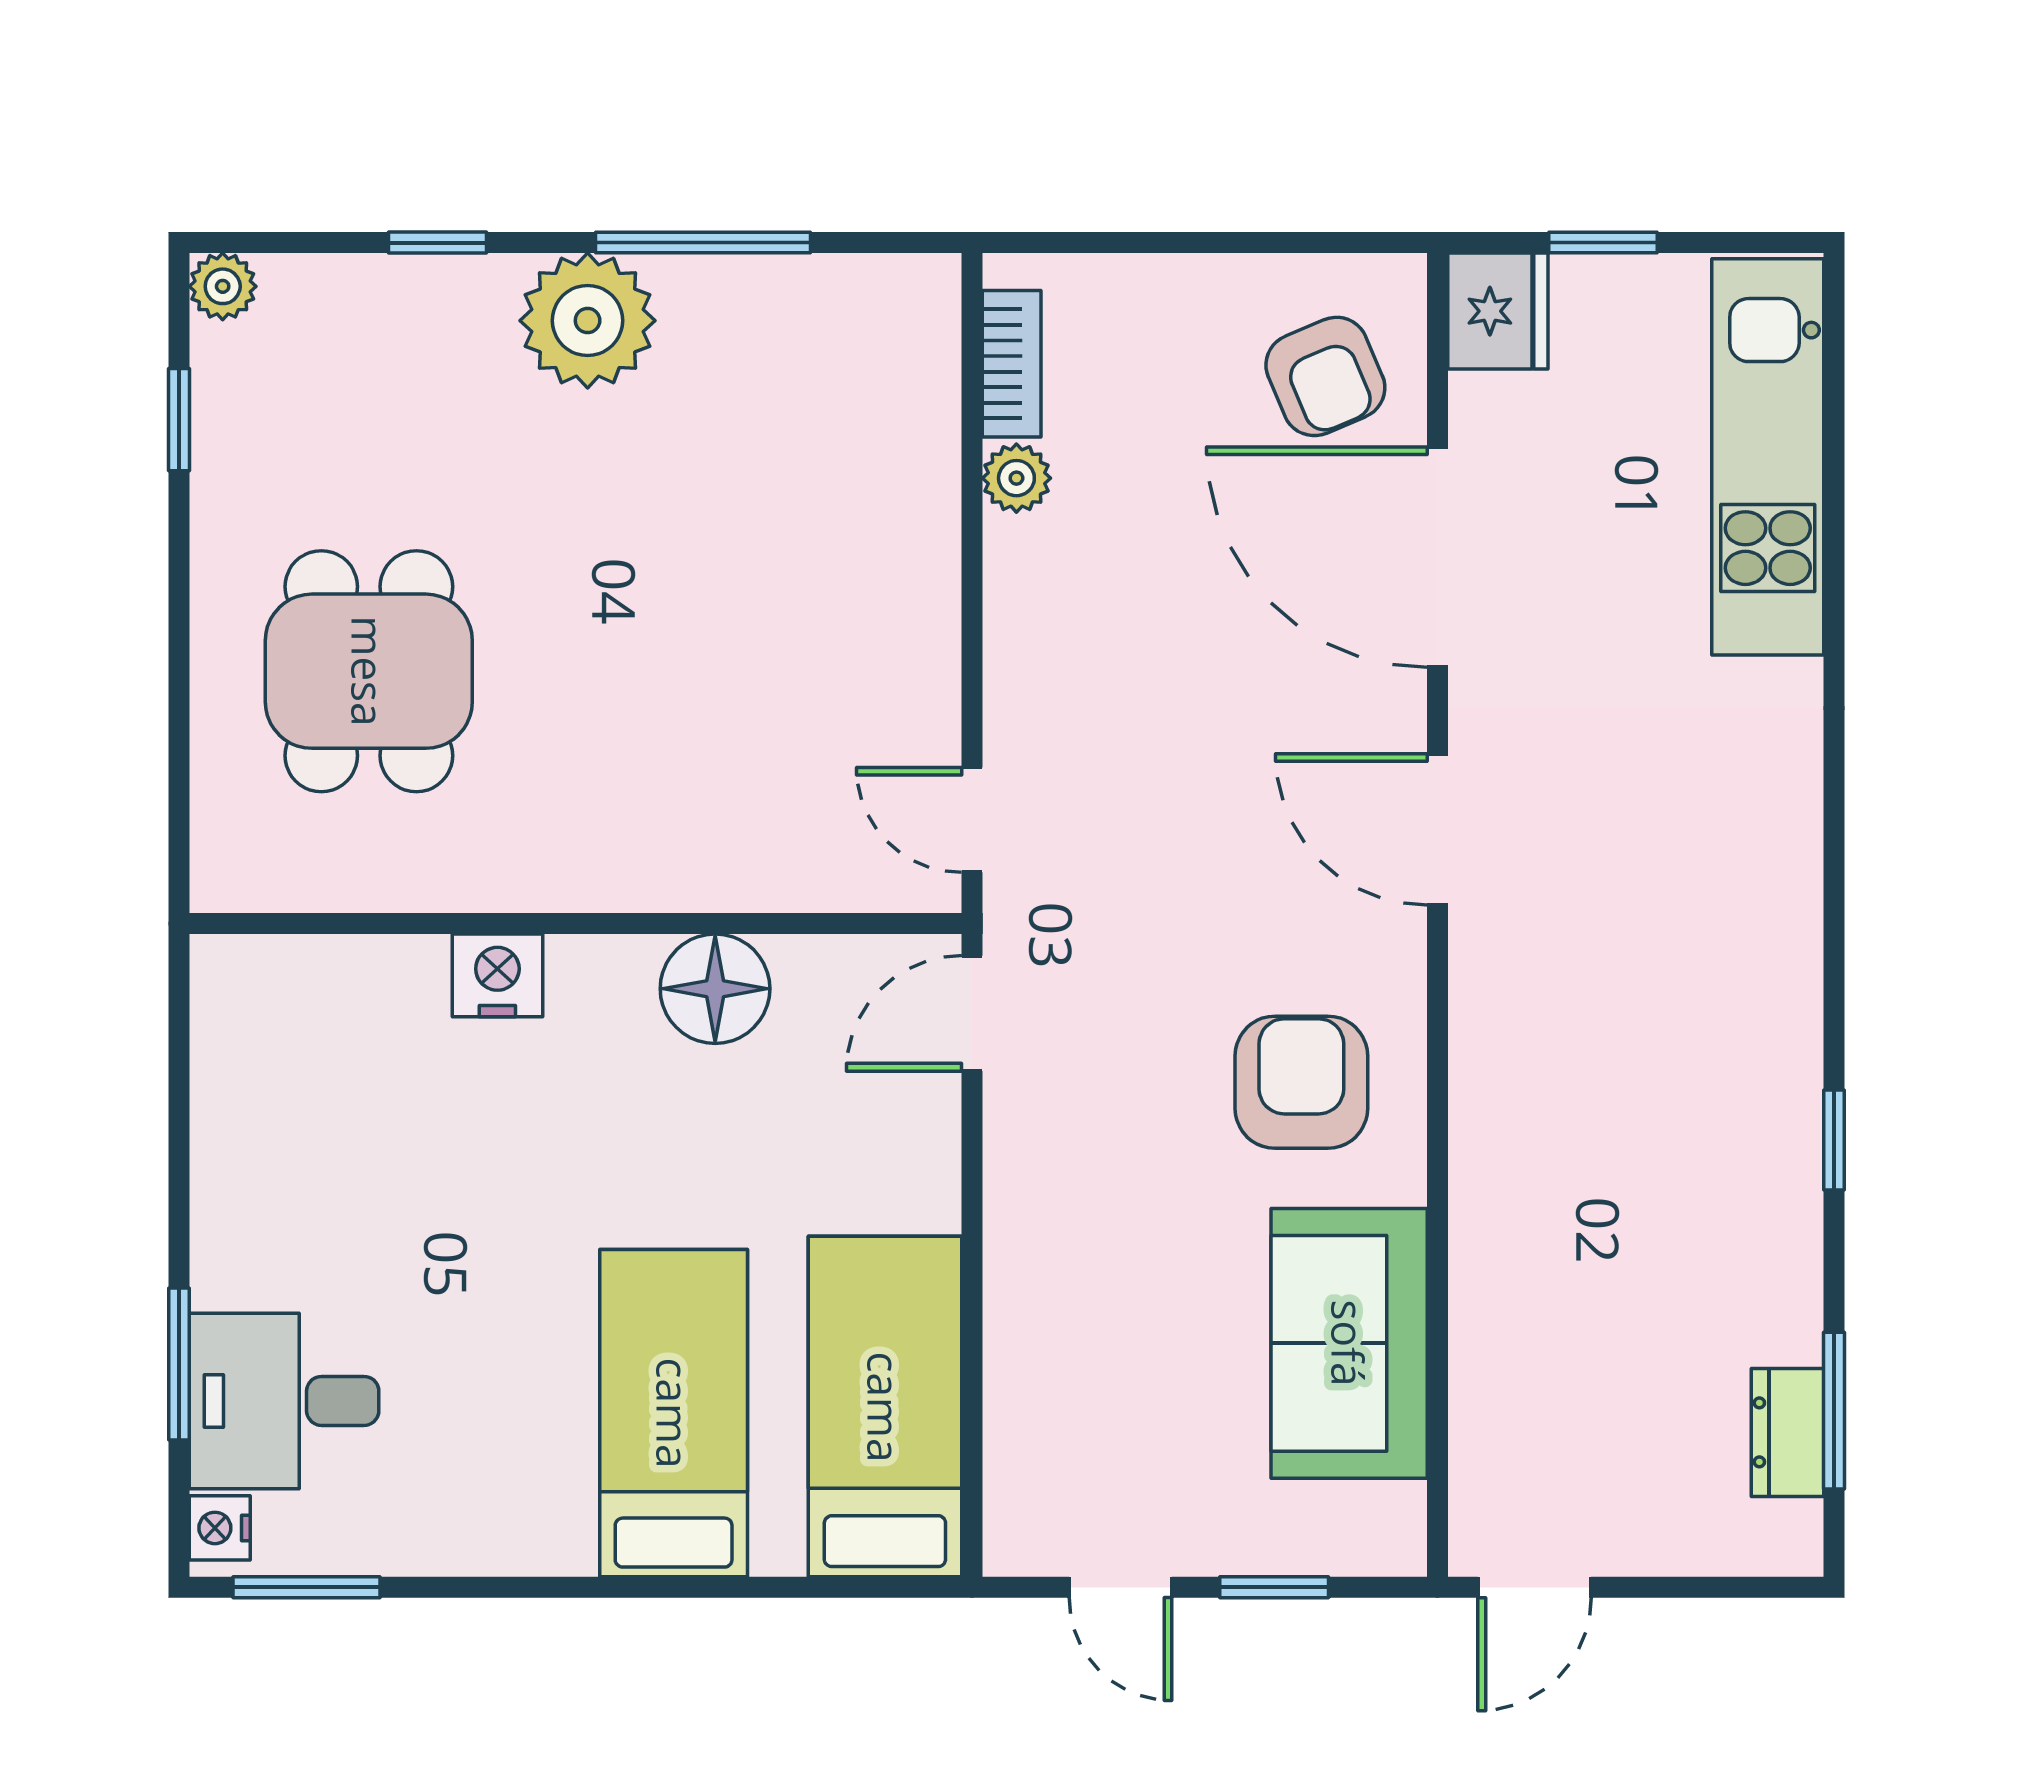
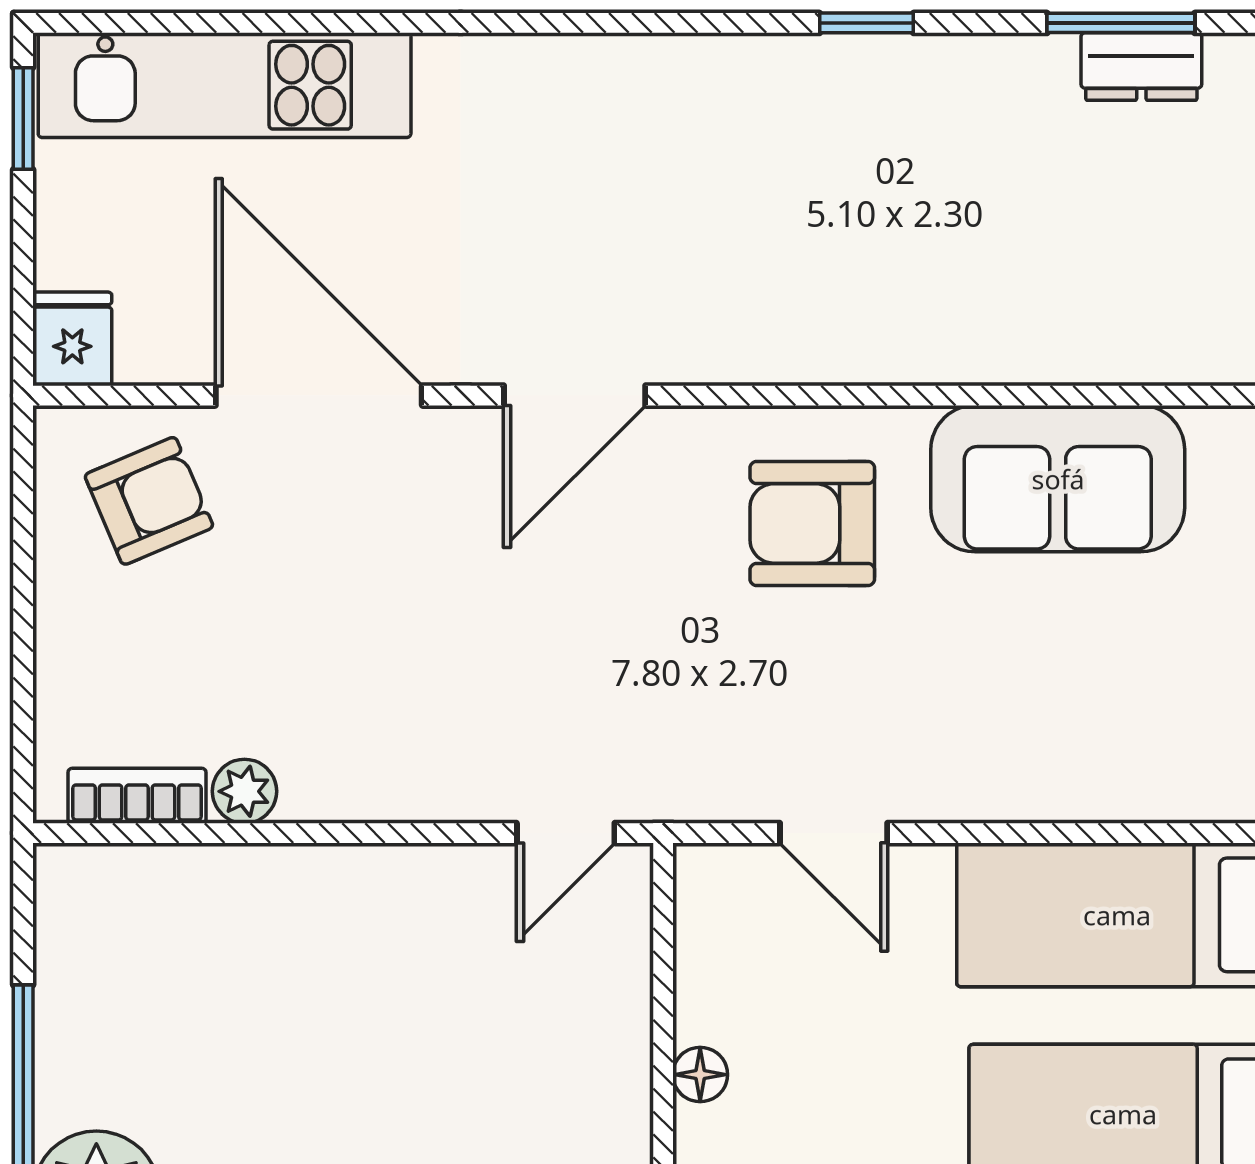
window: (1603, 243) -> (23, 119), moved
fridge: (1498, 311) -> (72, 339), width x0.72
door: (1437, 557) -> (319, 396), swing flipped
floor lamp: (715, 989) -> (700, 1075), width x0.53, depth x0.53
door: (972, 1013) -> (834, 833), moved

